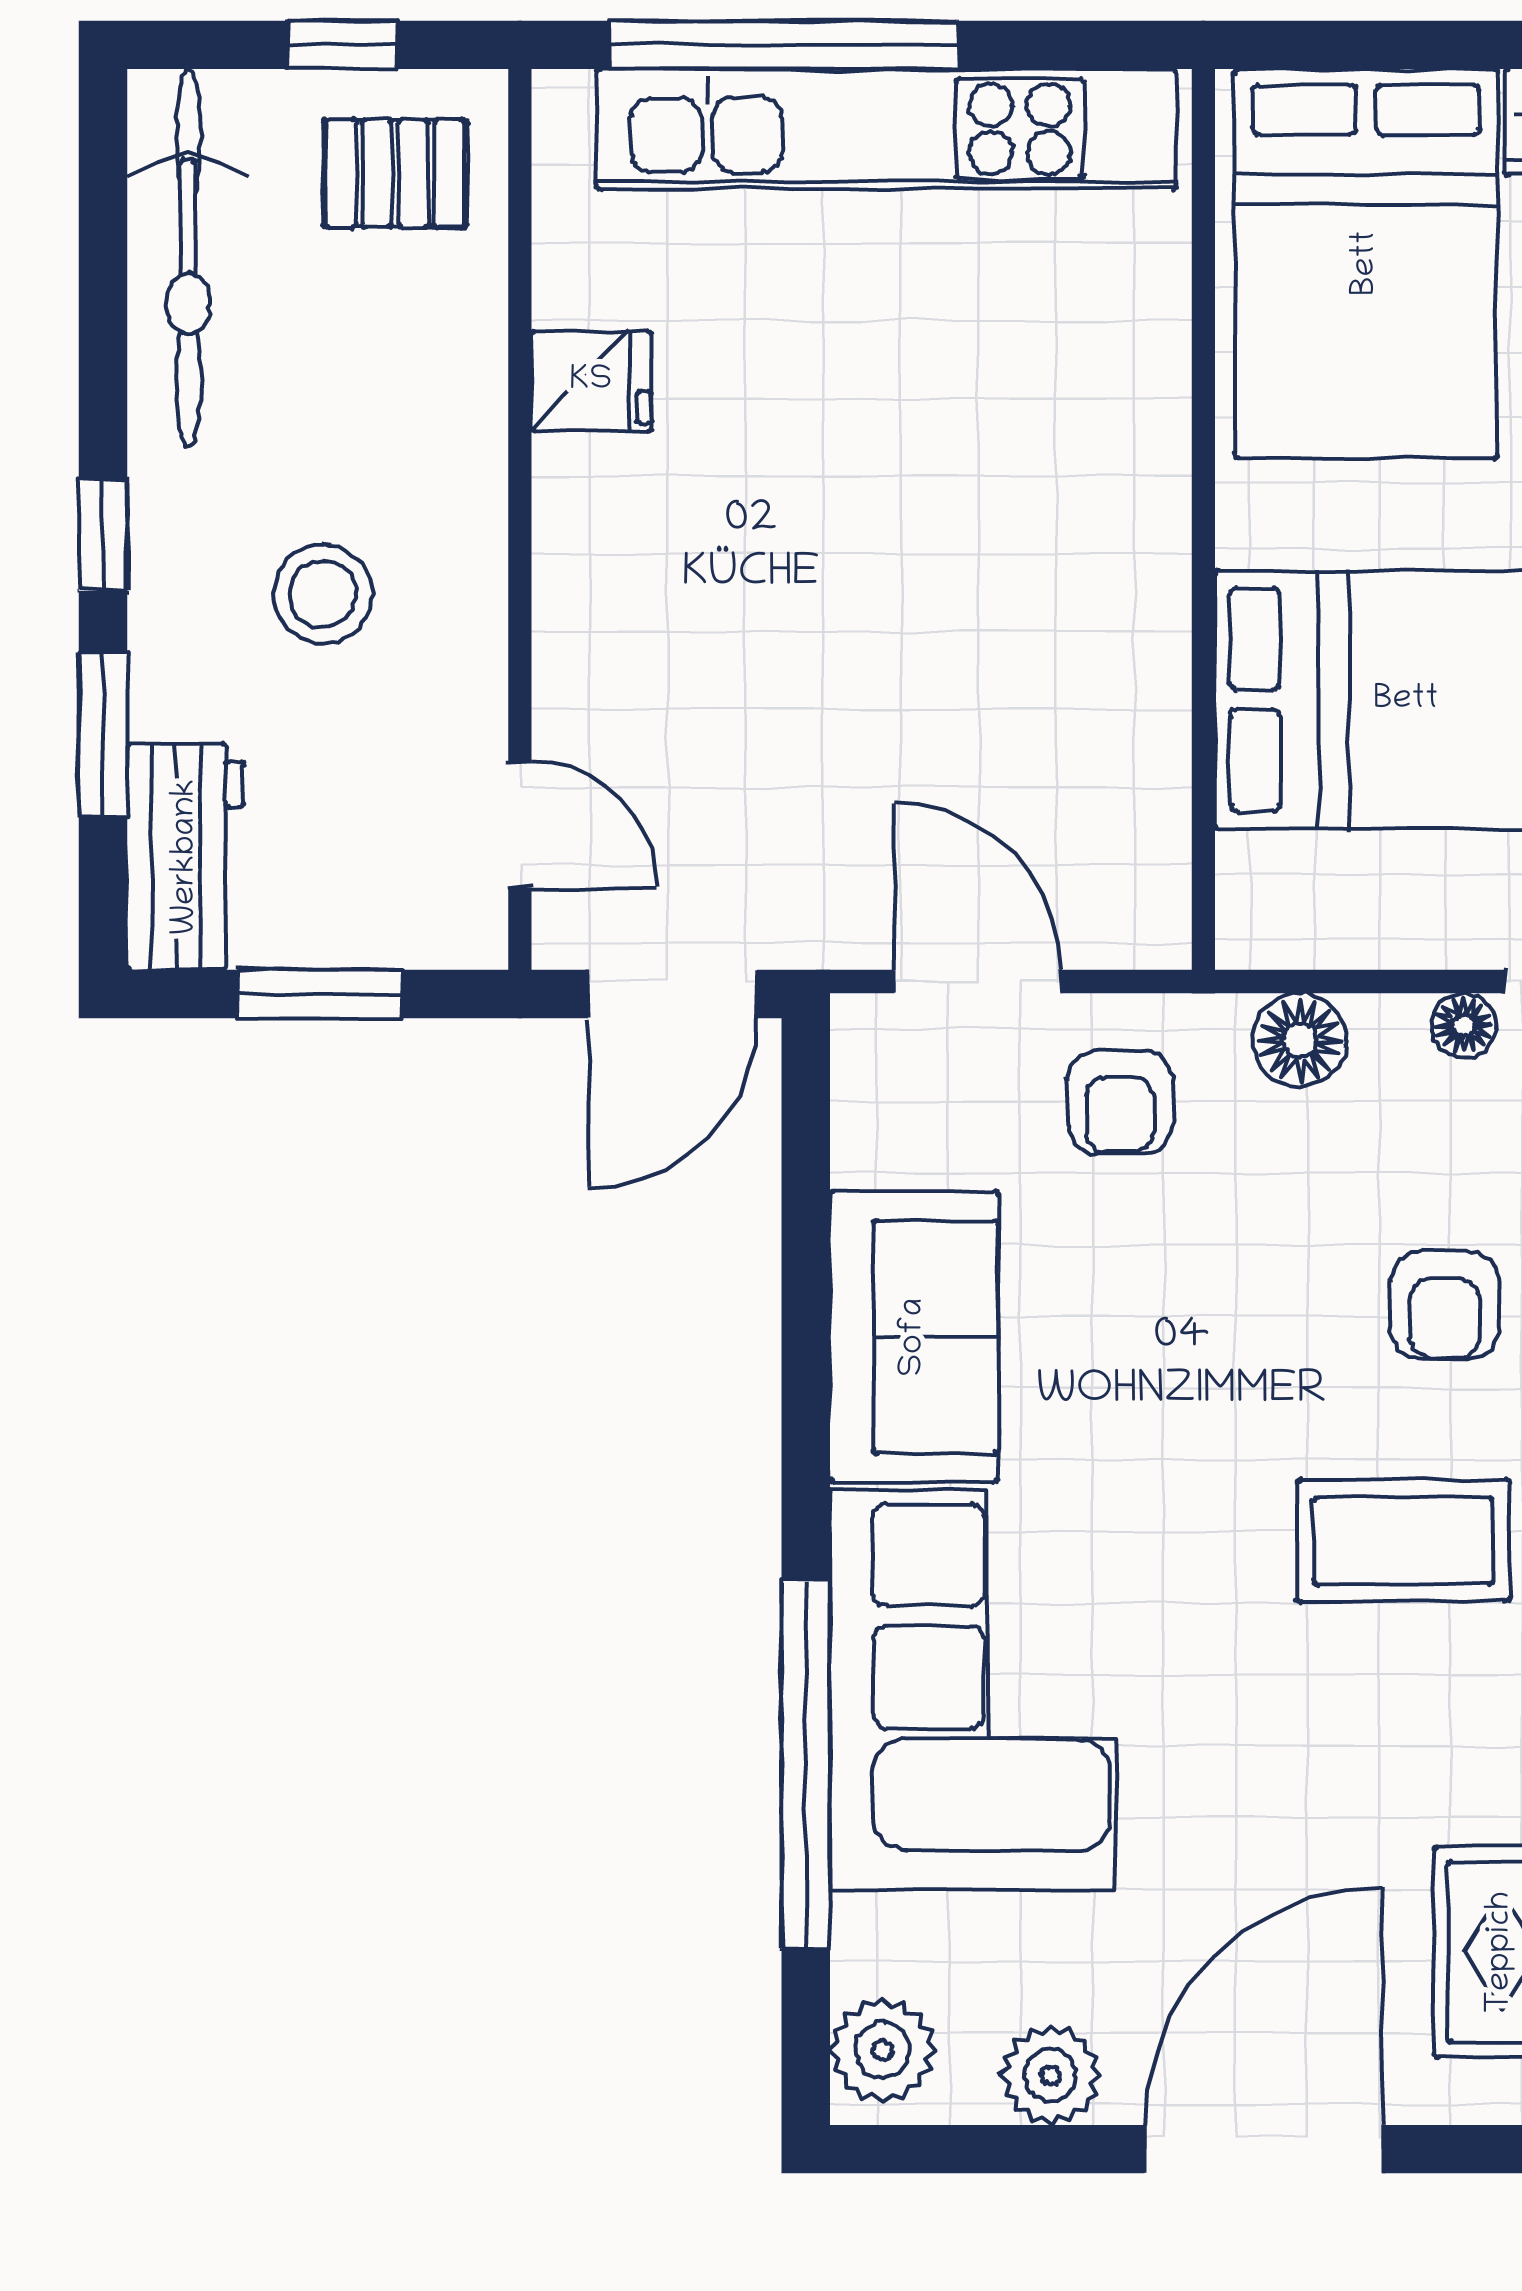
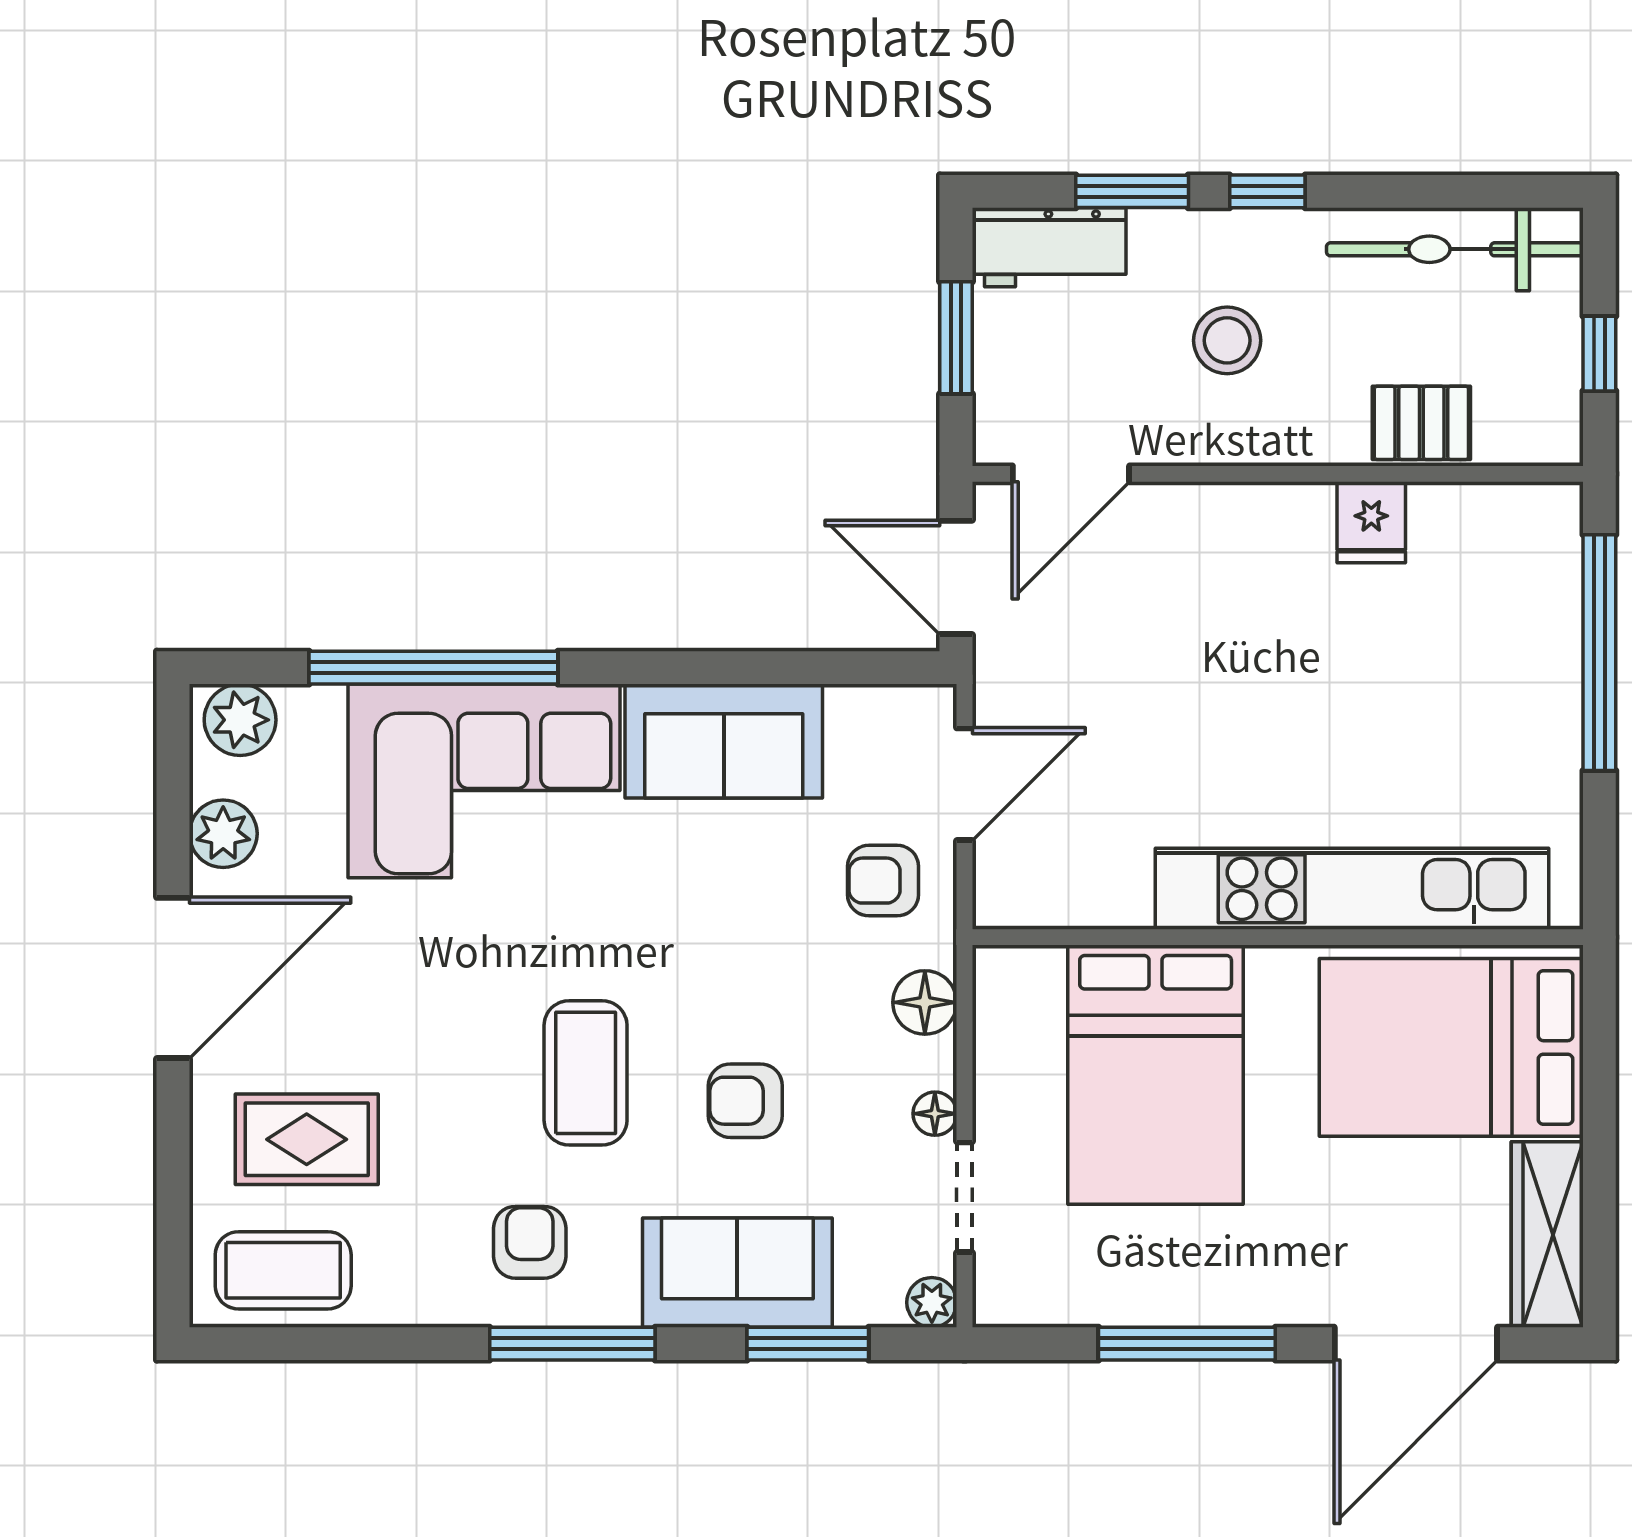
kitchen unit: (886, 129) -> (1352, 889), moved, turned 90
pallet: (395, 173) -> (1421, 423), moved, turned 90
door: (520, 825) -> (1071, 474), width x1.38
door: (1263, 2149) -> (173, 978), hinge flipped

